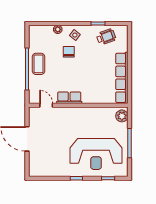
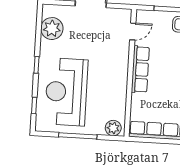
row of seats: (69, 98) -> (140, 69), width x1.48
plant: (48, 168) -> (52, 29), added

